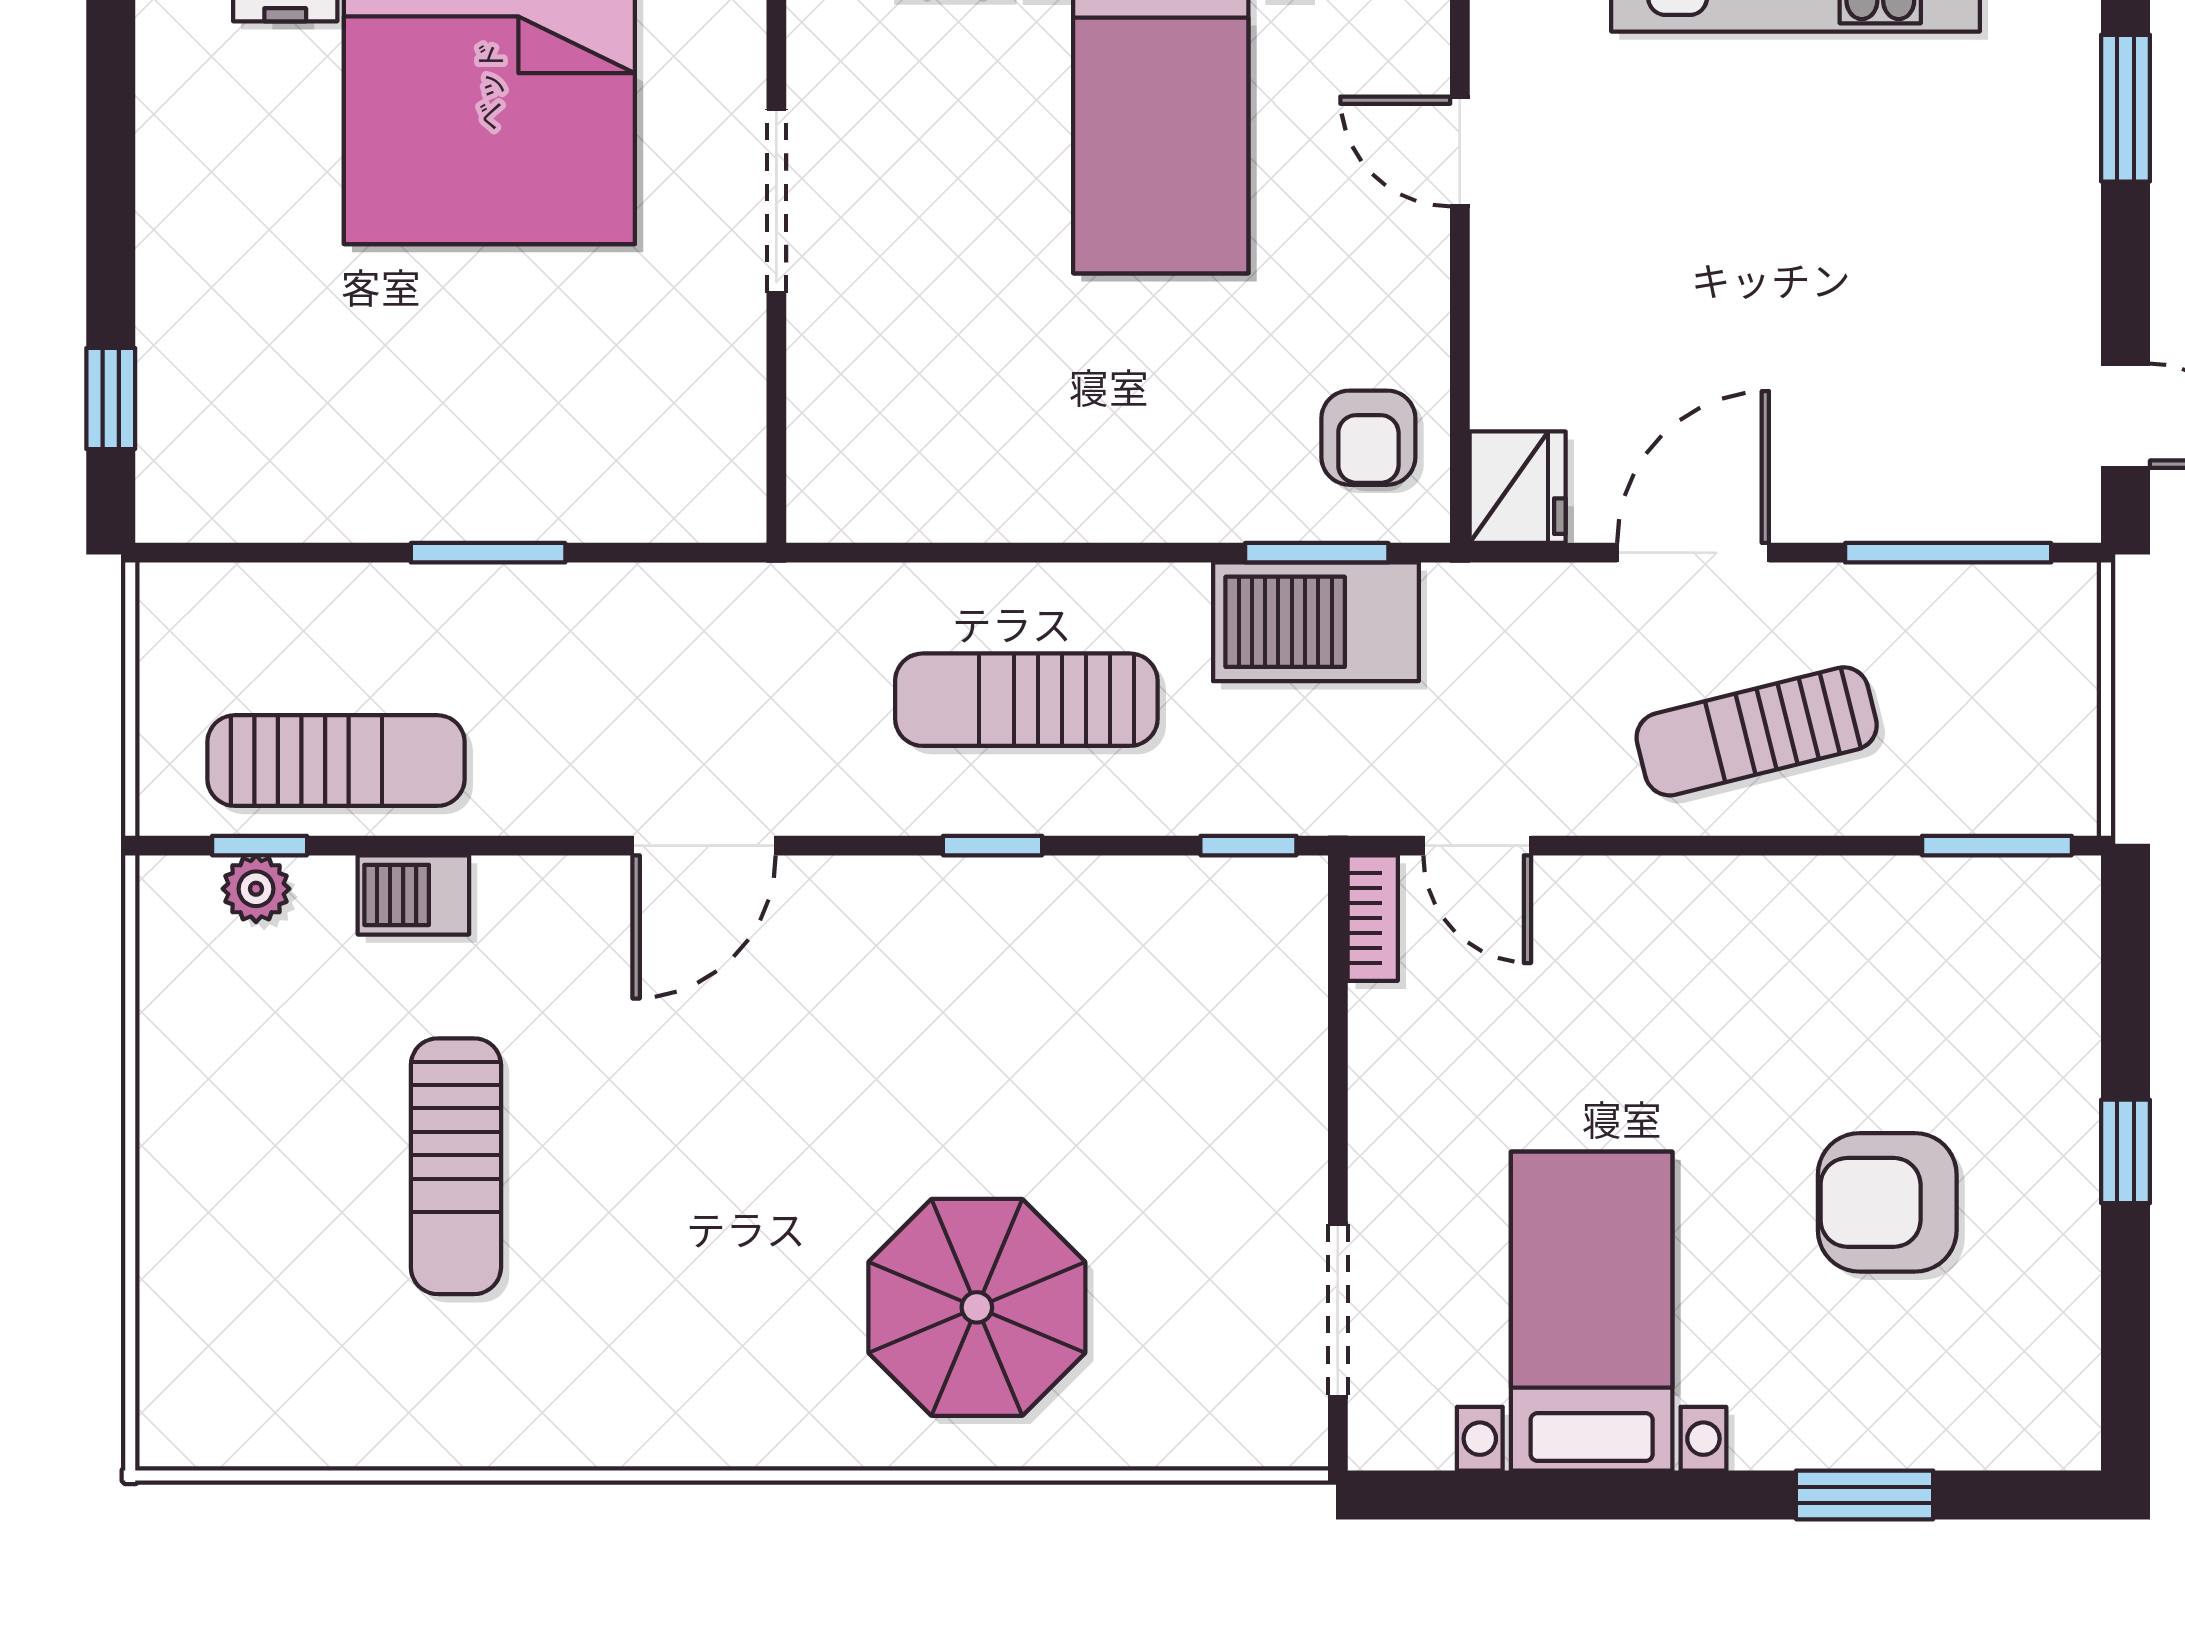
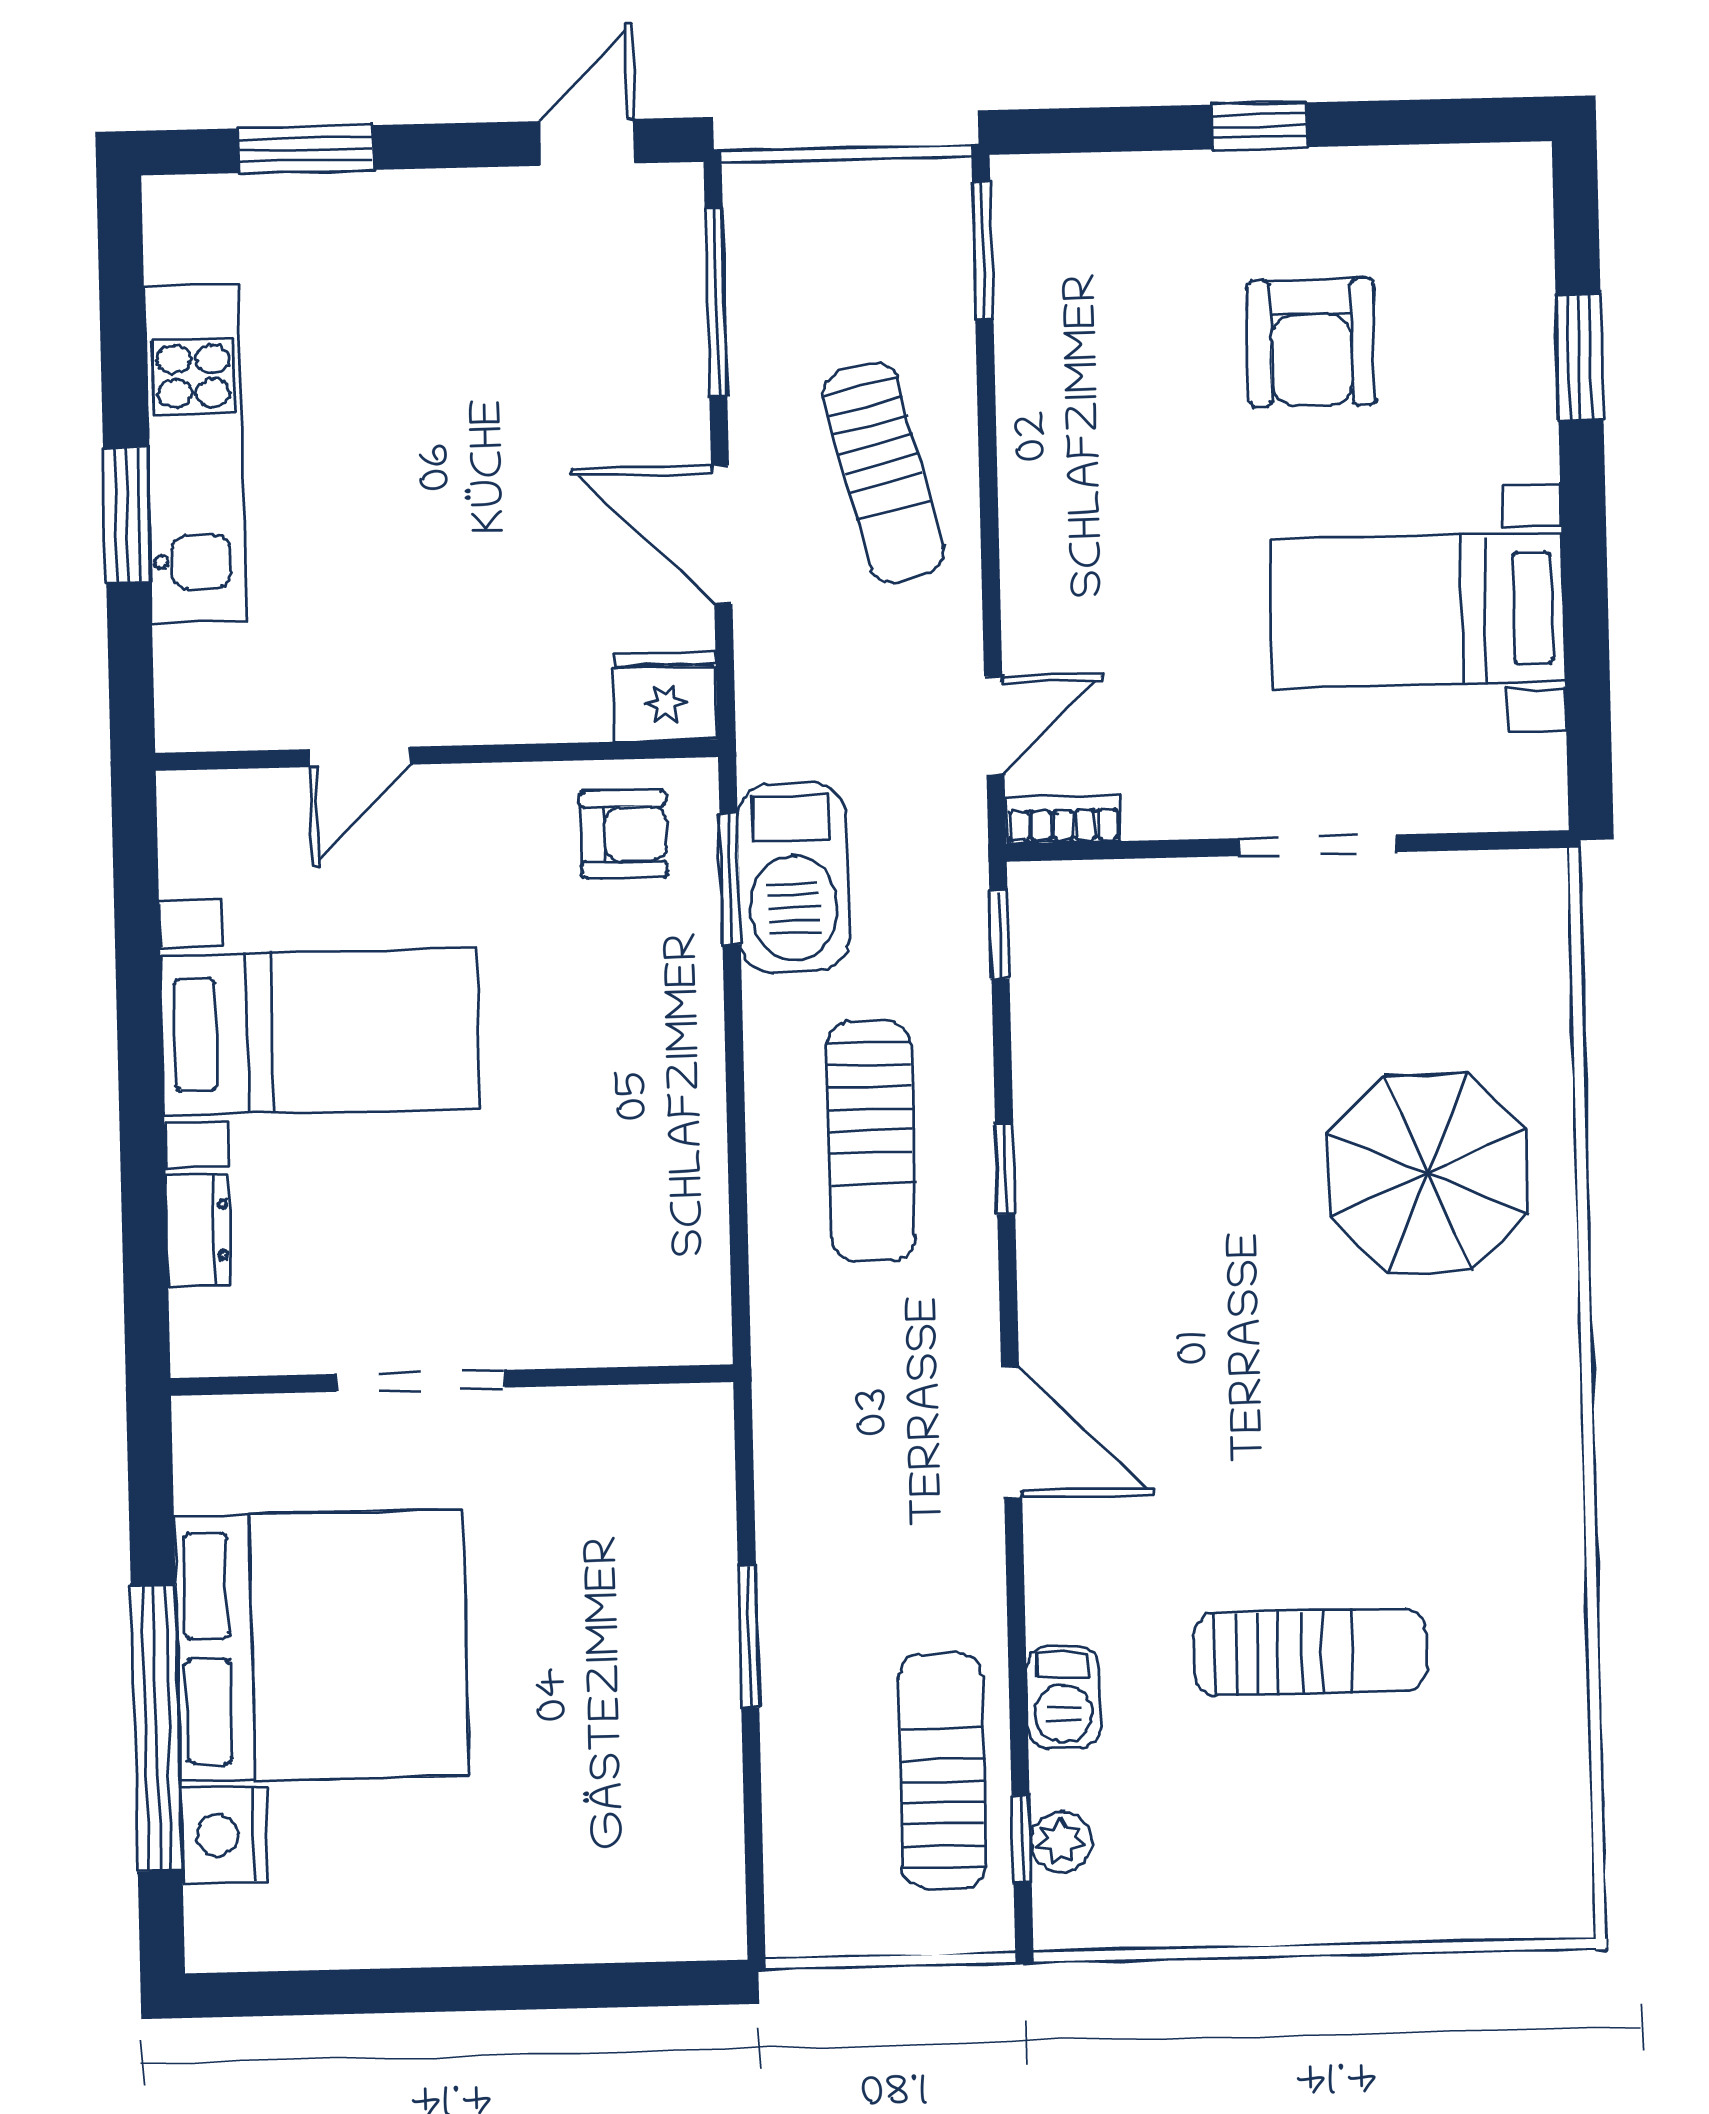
window: (111, 398) -> (616, 1985), removed
doorway: (1338, 1311) -> (1318, 845), moved

